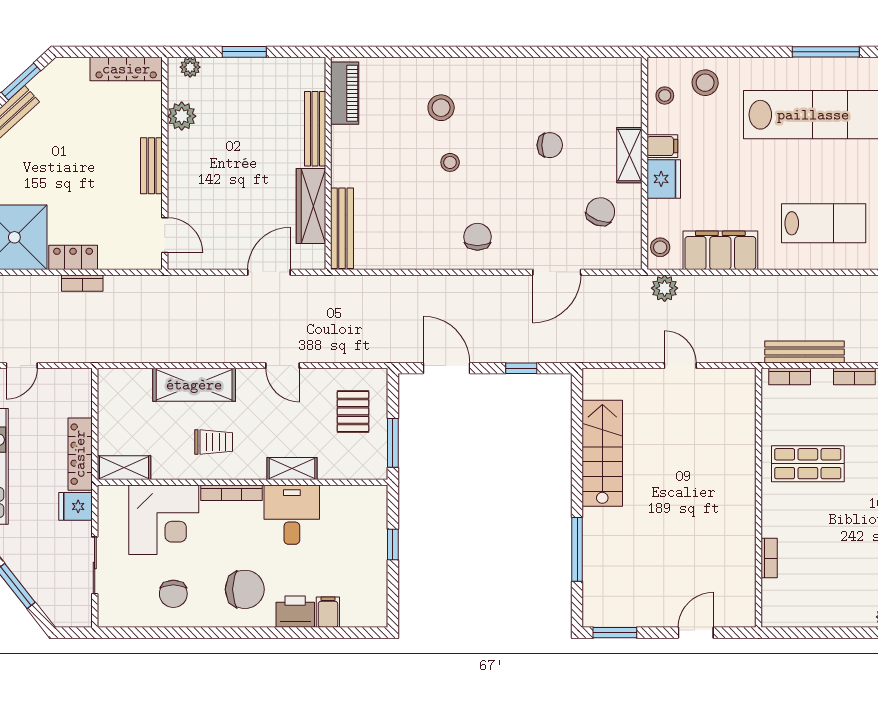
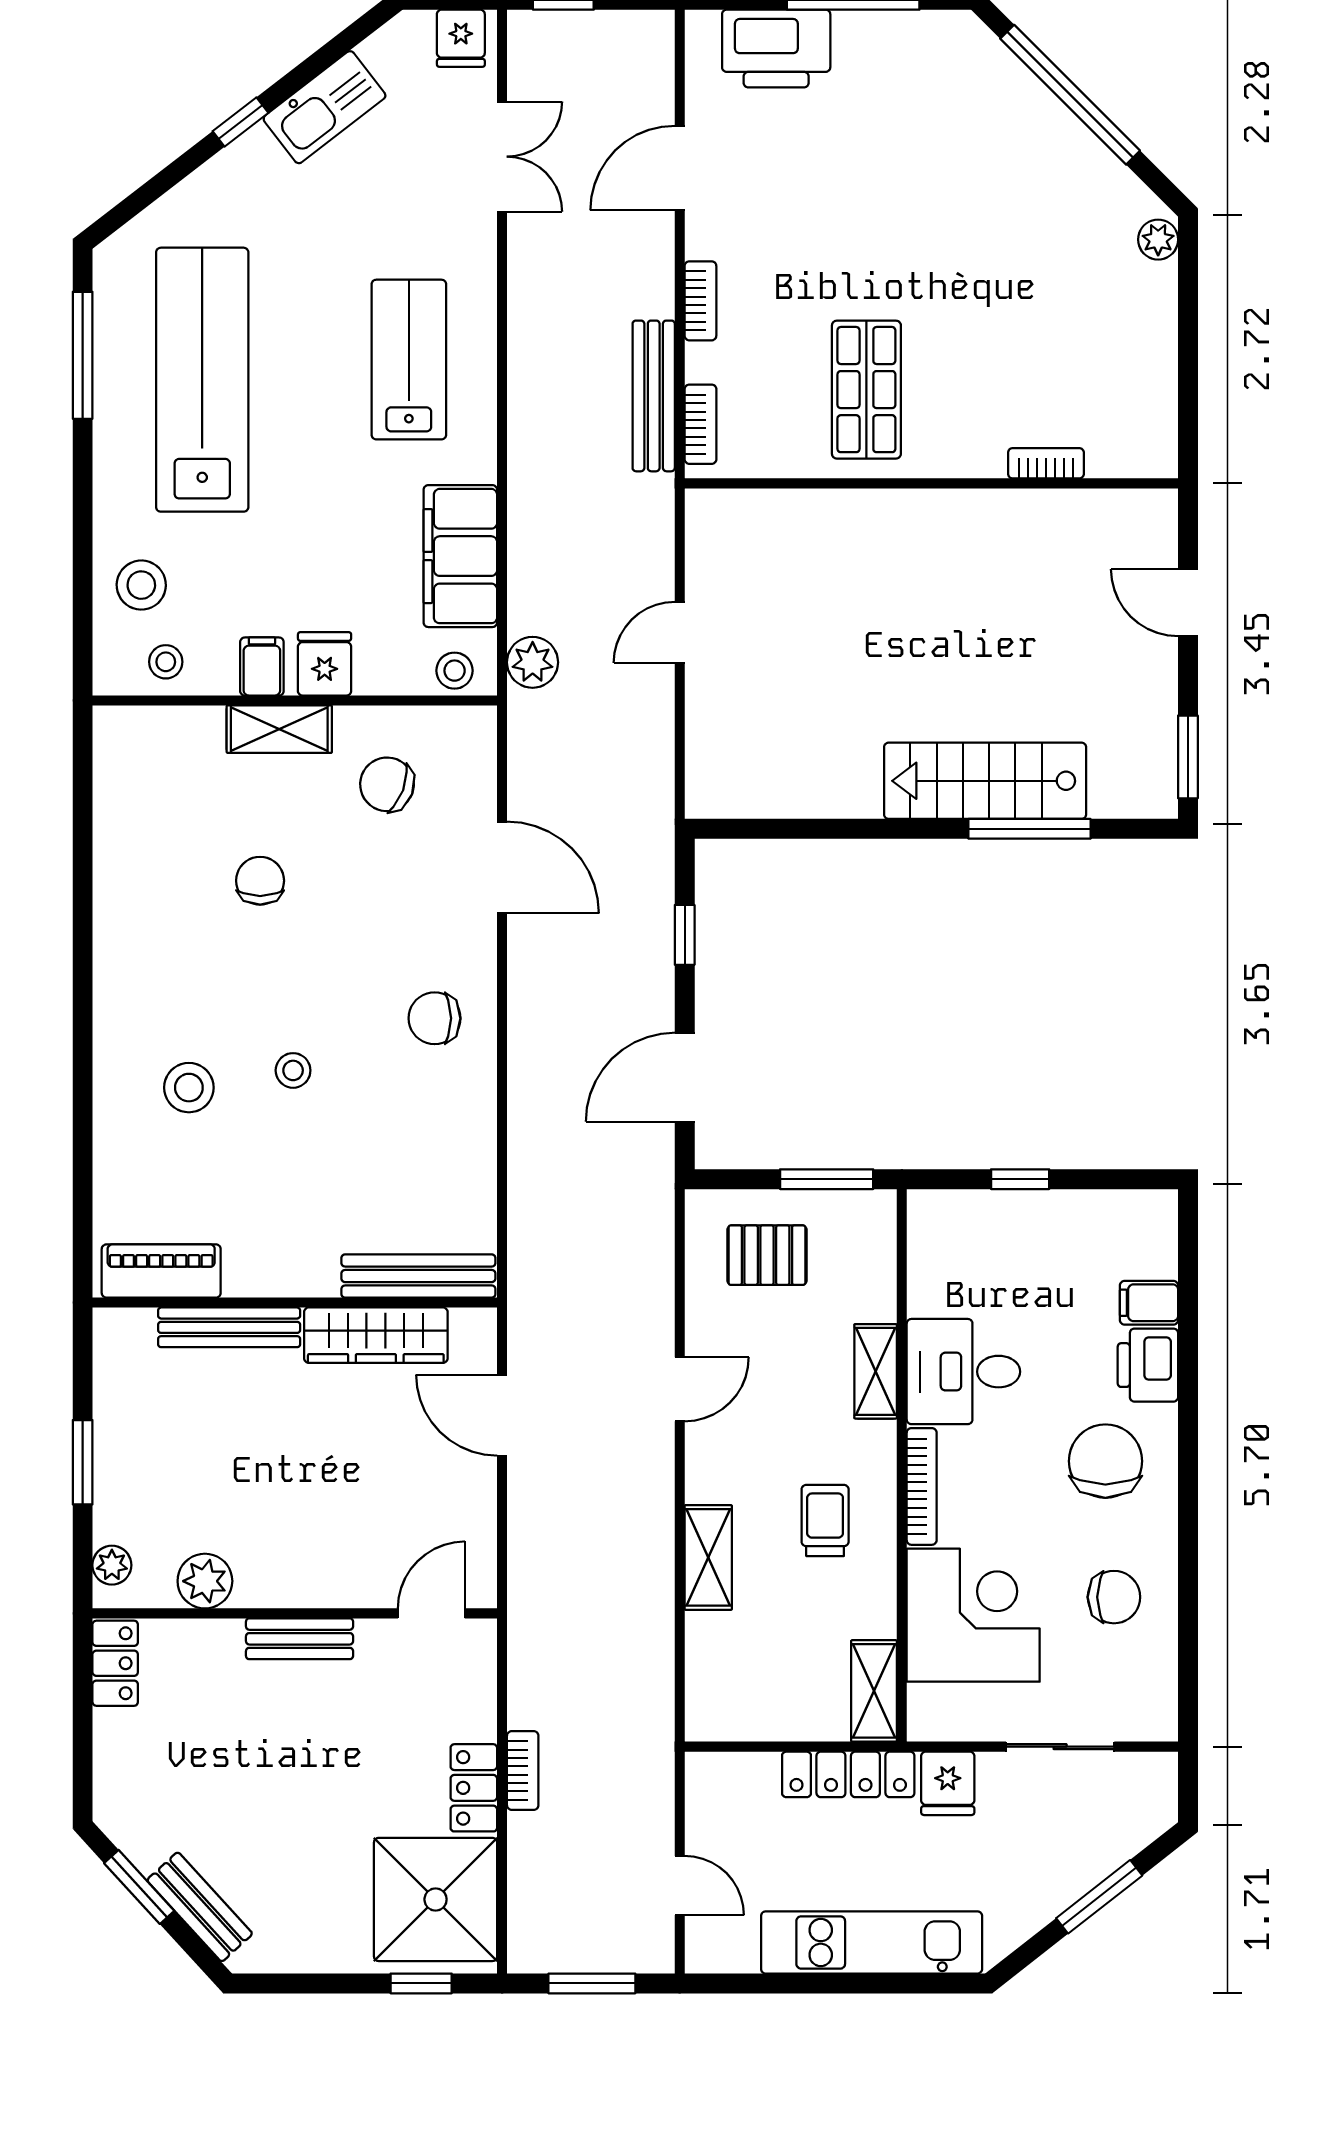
locker: (126, 69) -> (115, 1663), width x0.66
fridge: (664, 179) -> (325, 664), width x0.72
shelving: (194, 385) -> (708, 1557), width x0.67, depth x0.75
stairs: (602, 453) -> (985, 781), moved

